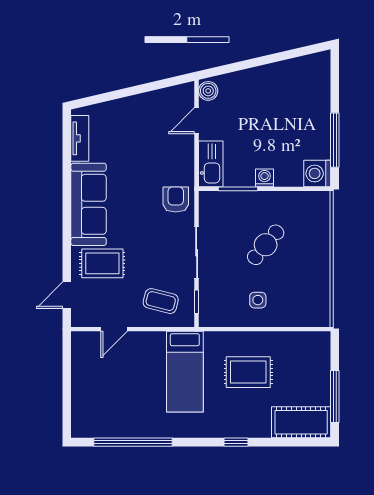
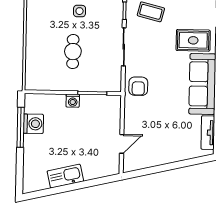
boiler: (208, 91) -> (113, 165), removed
kitchen sink: (211, 164) -> (65, 176), moved, turned 77
washing machine: (317, 173) -> (33, 124), moved
cafe table: (266, 245) -> (73, 52), turned -40

